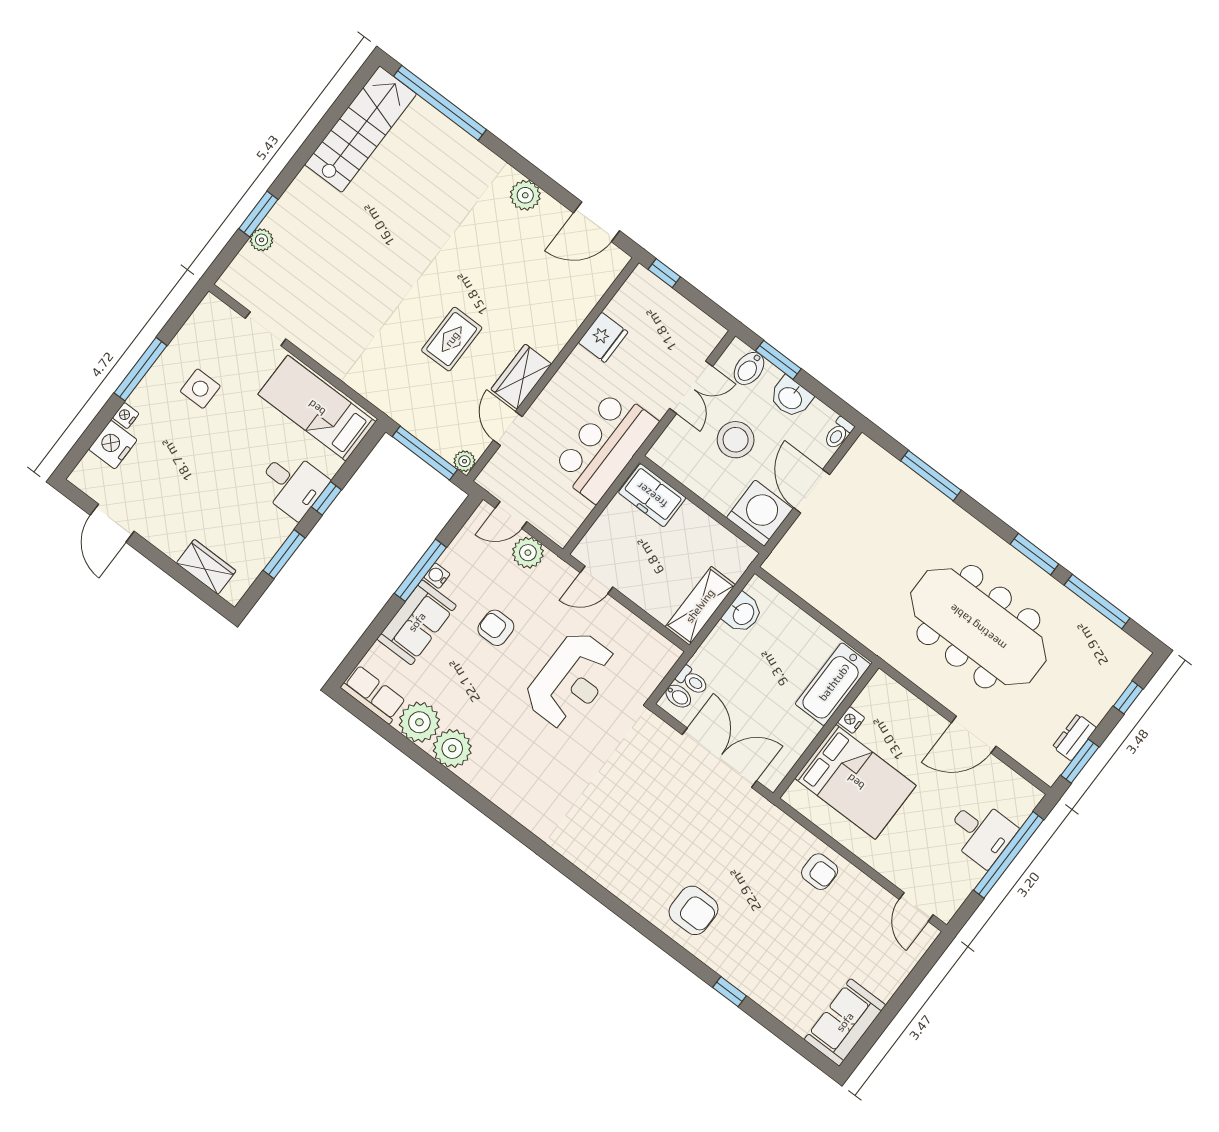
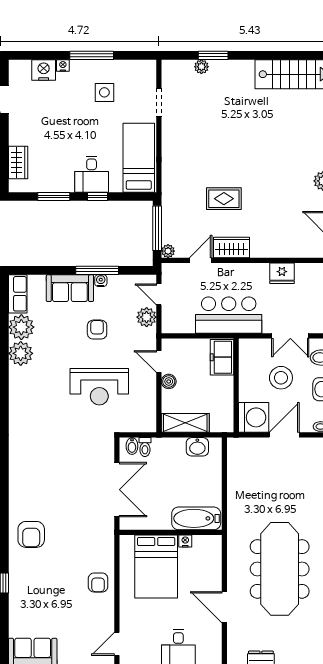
boiler: (632, 587) -> (169, 381), added

